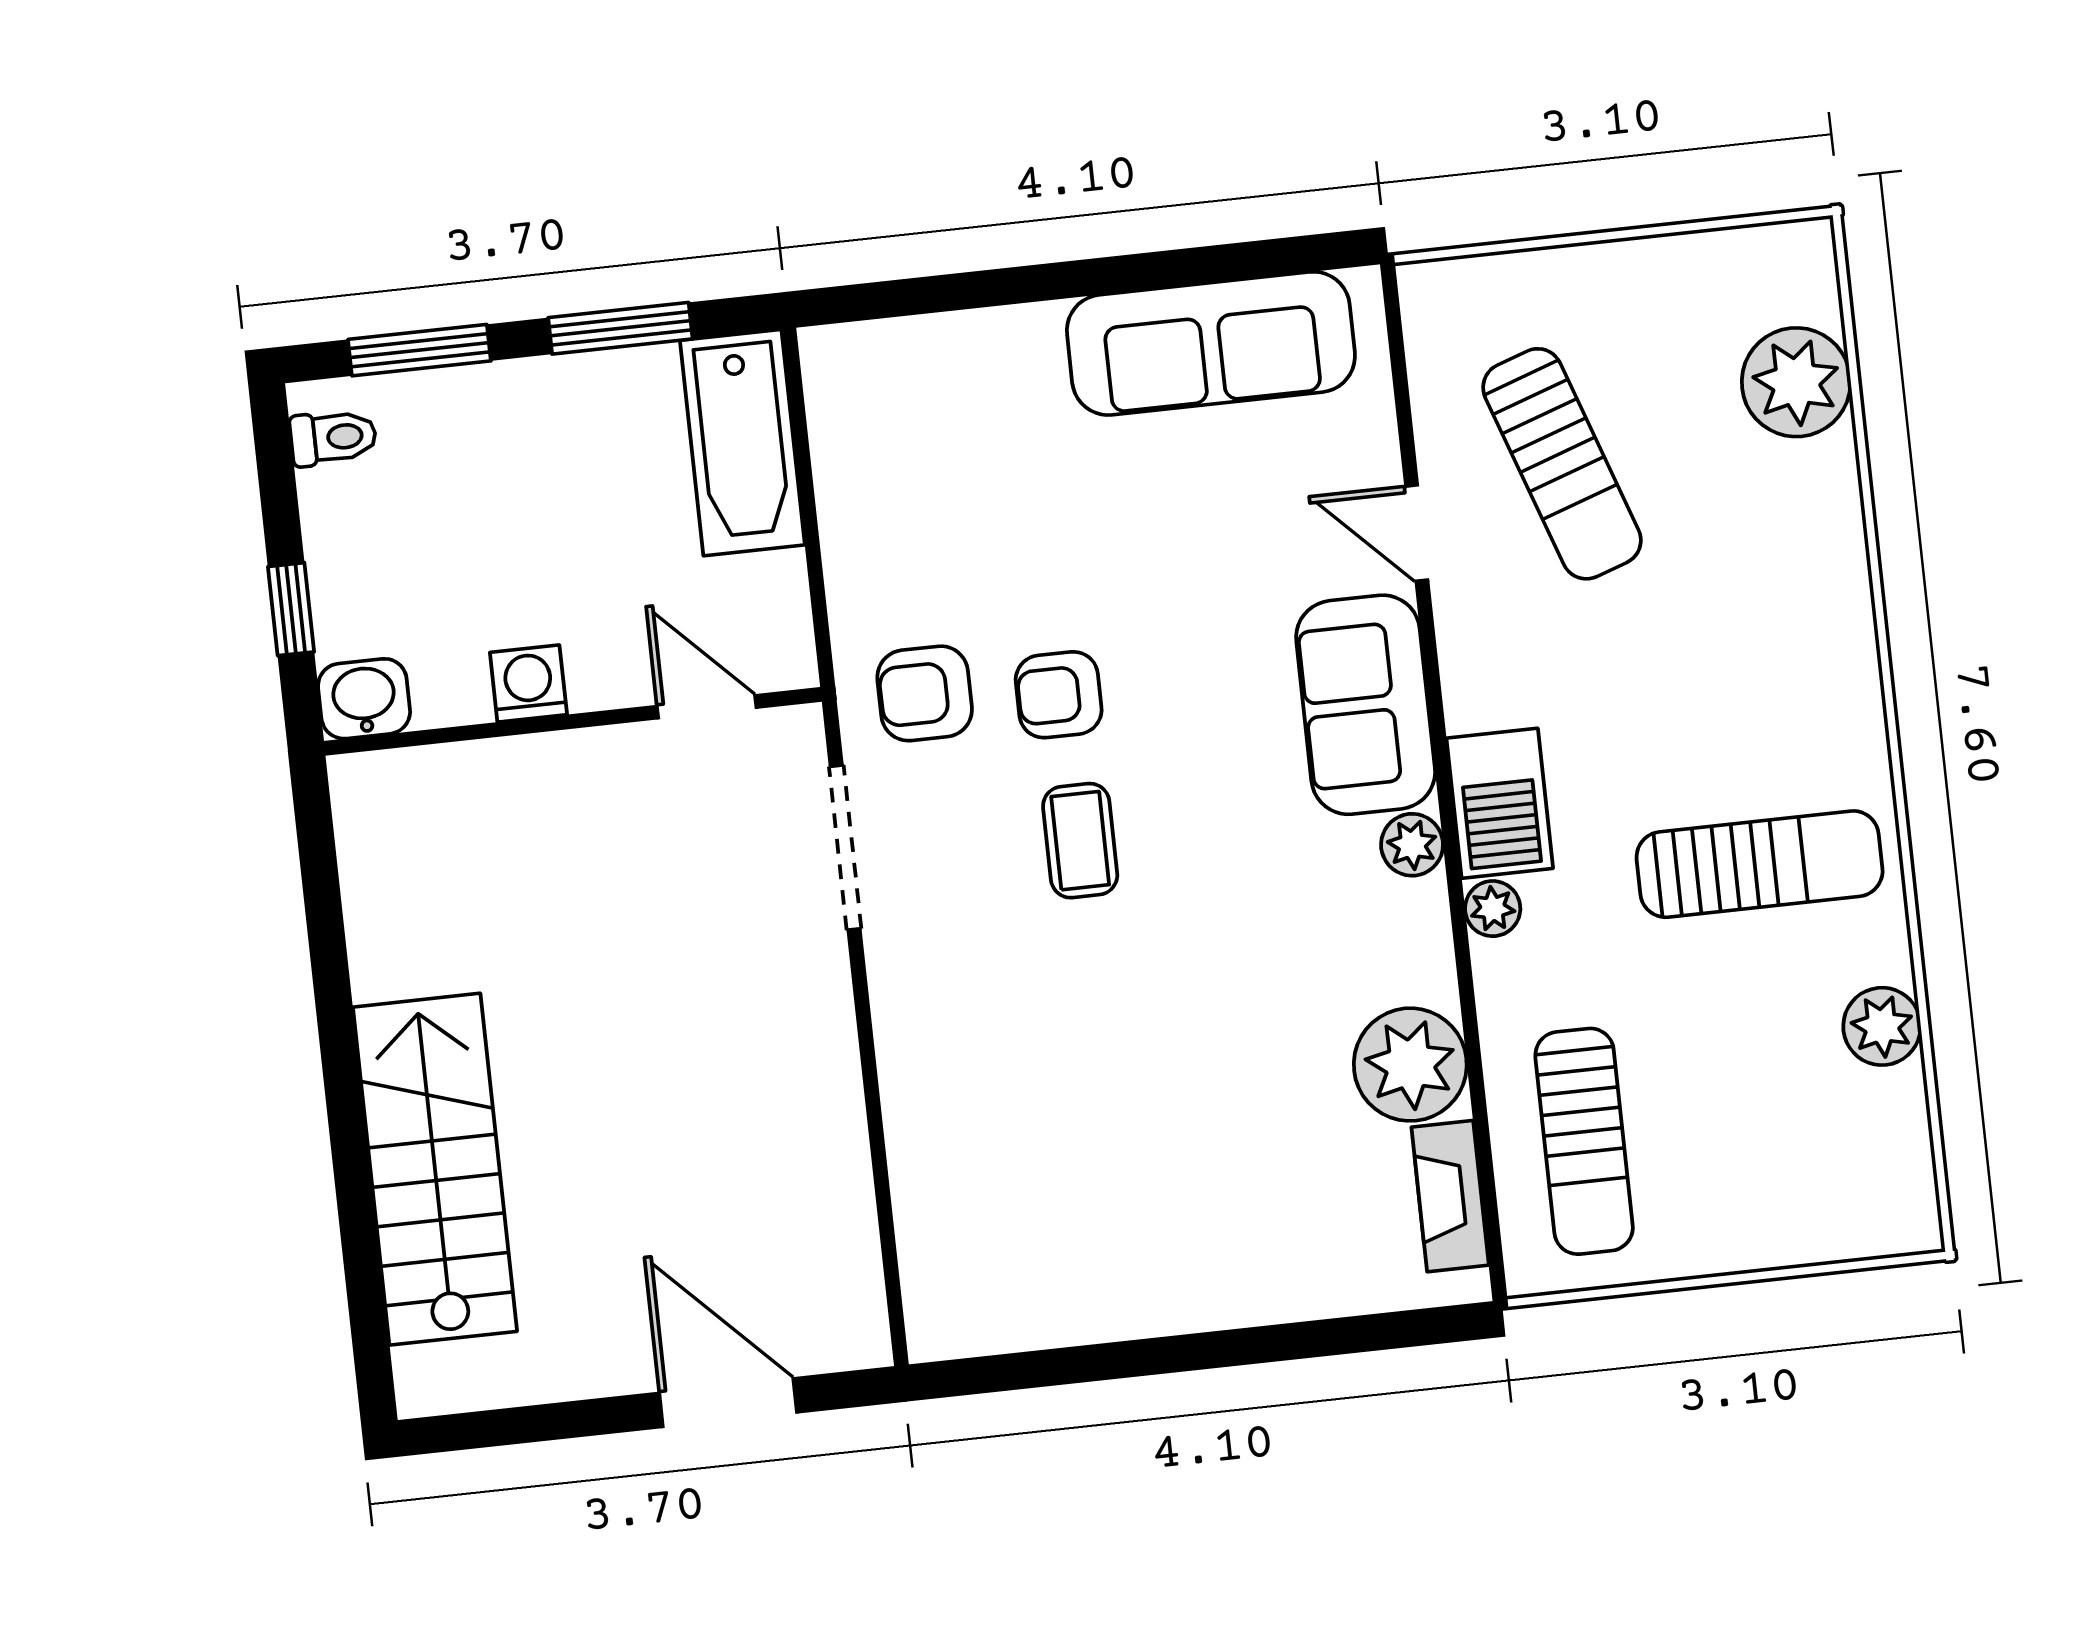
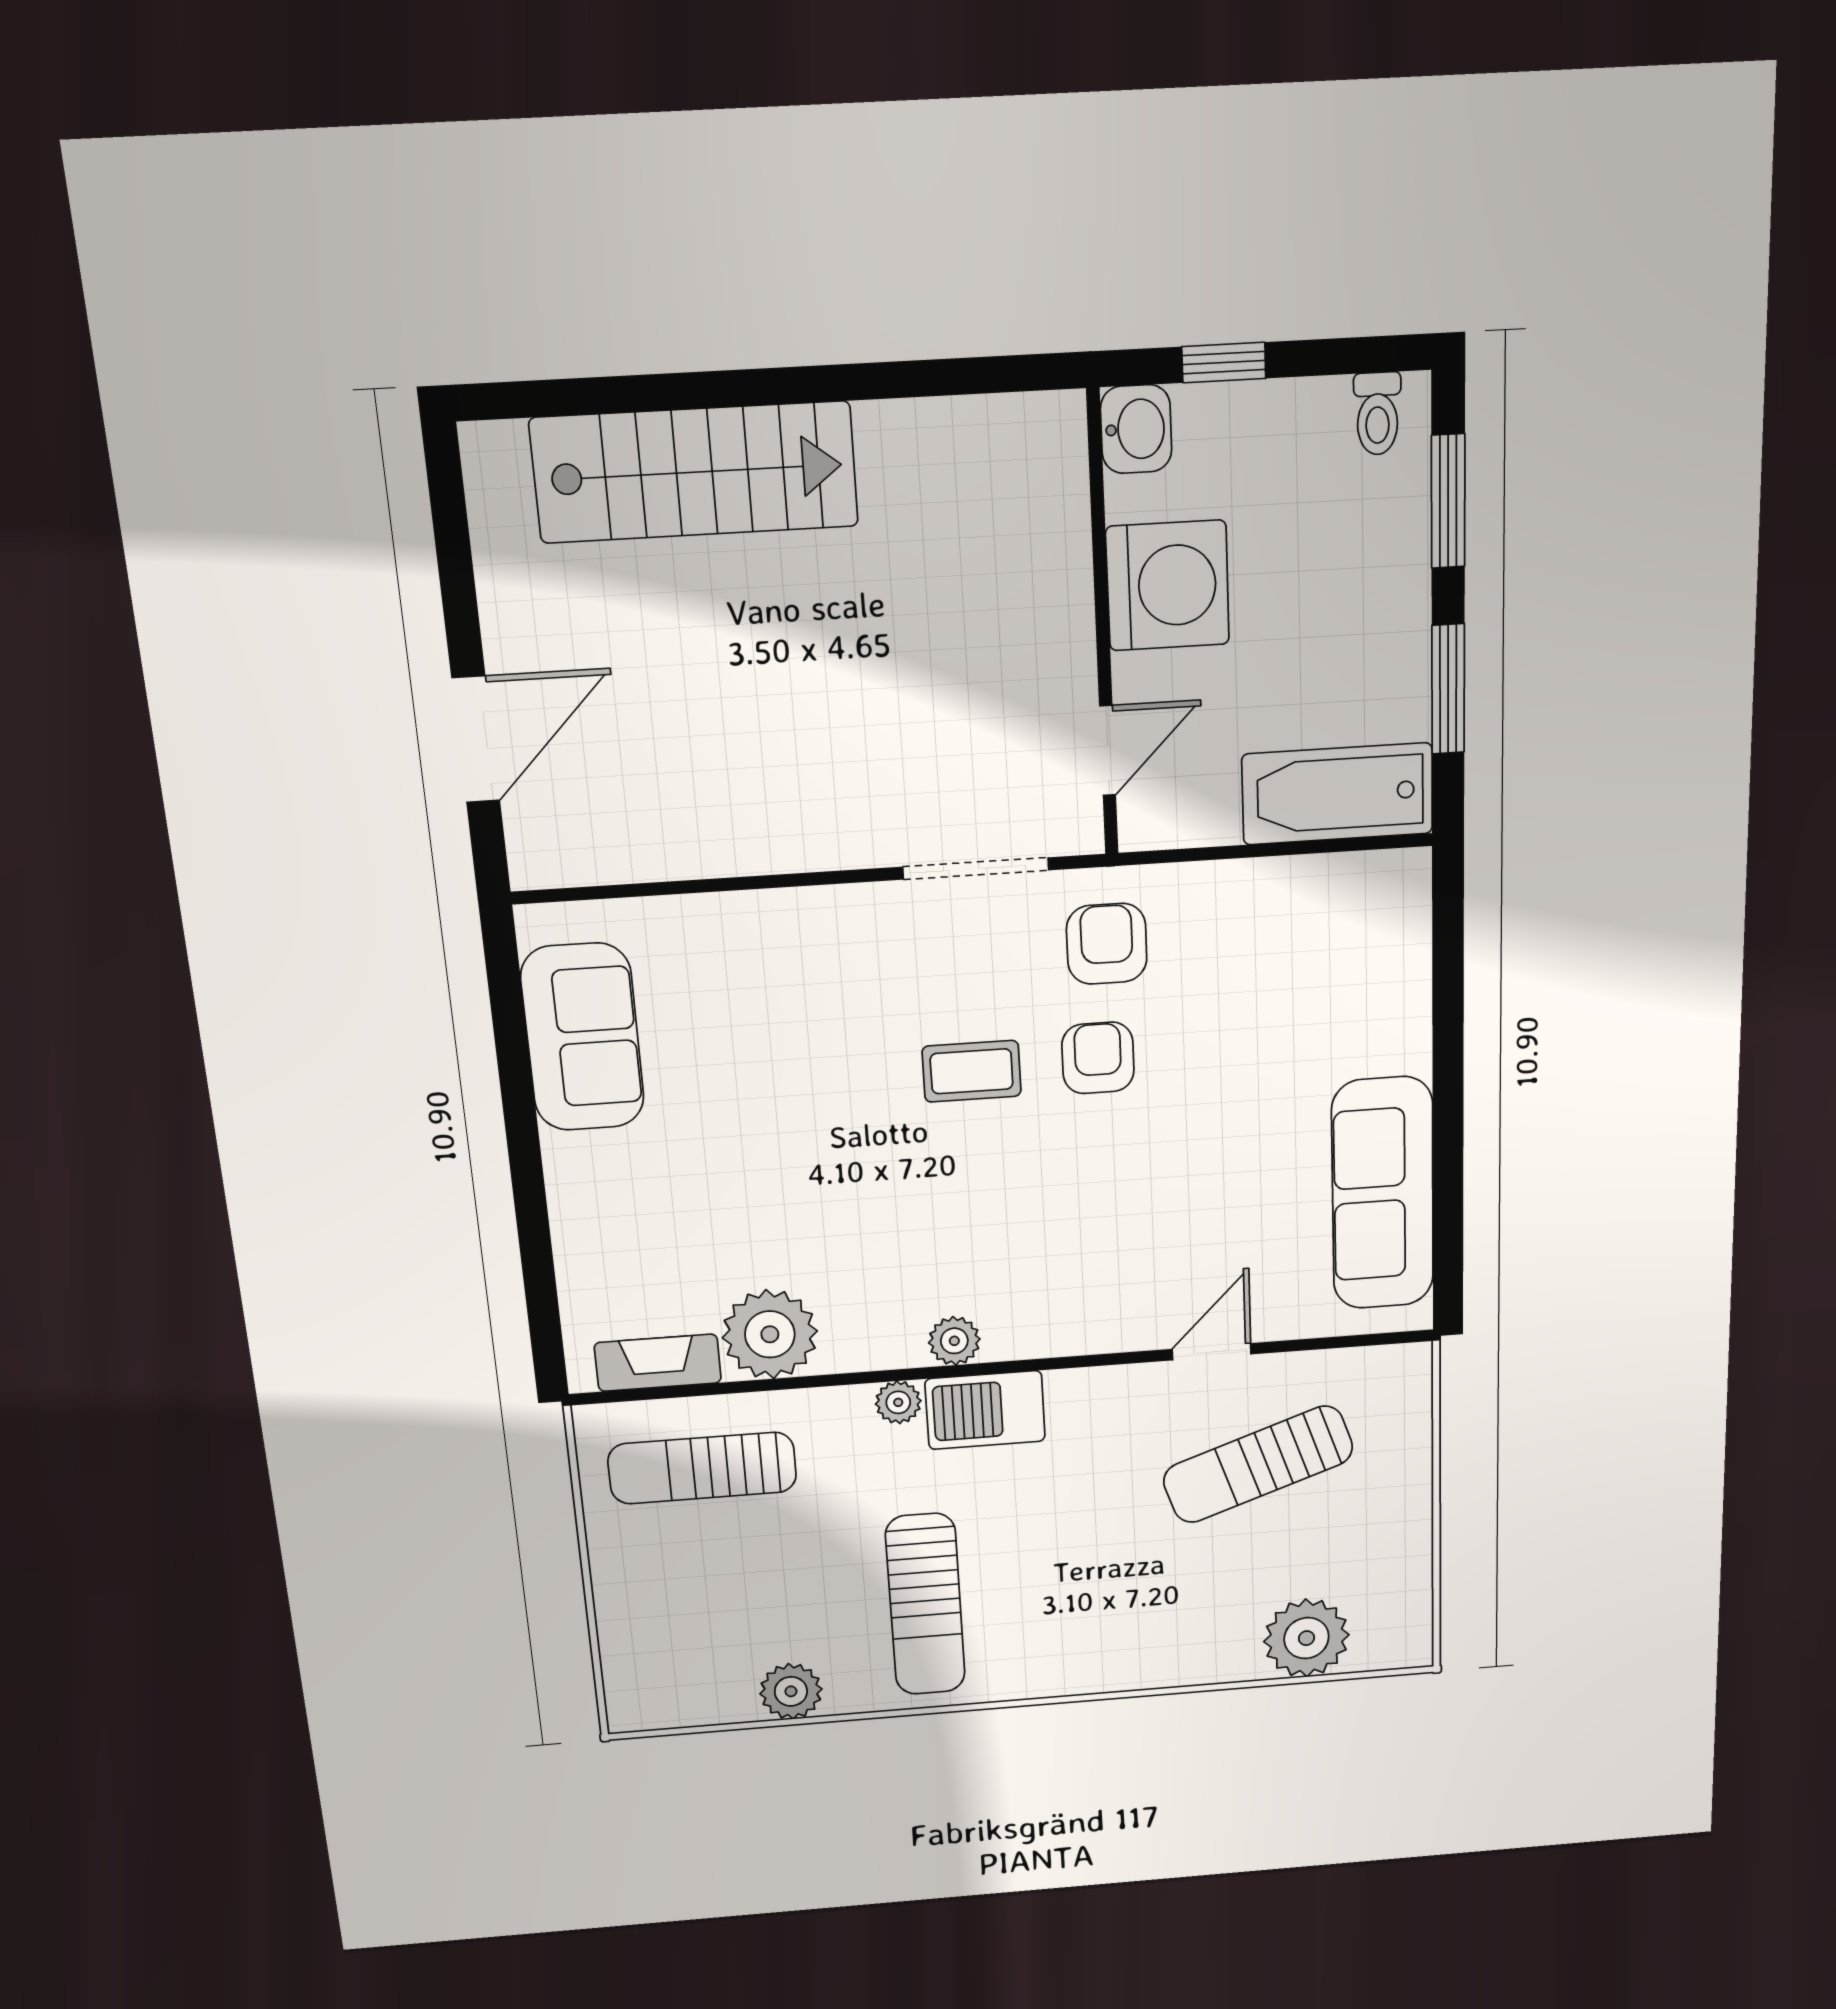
washing machine: (528, 684) -> (1168, 586), width x1.89, depth x1.89
sofa: (1366, 705) -> (583, 1037), moved, turned 90

